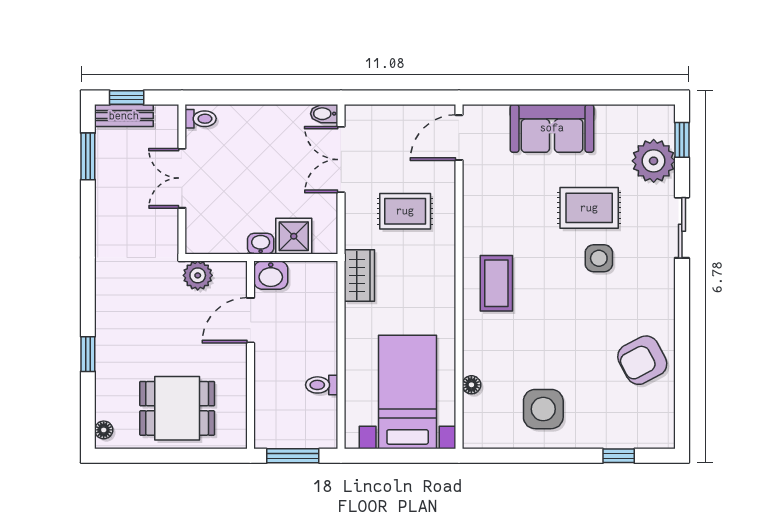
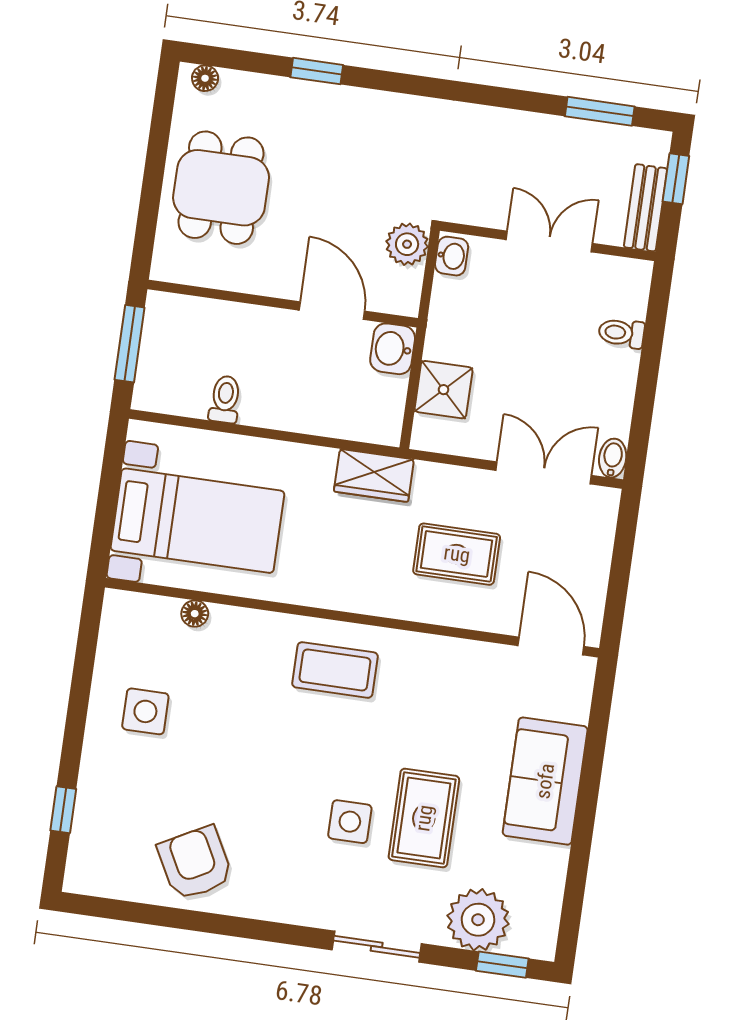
bench: (124, 116) -> (646, 208), moved
toilet: (201, 119) -> (621, 333), moved, turned 90
rug: (405, 211) -> (457, 554), turned 90
washbasin: (261, 244) -> (452, 256), moved
side table: (543, 409) -> (145, 711), width x0.73, depth x0.73

